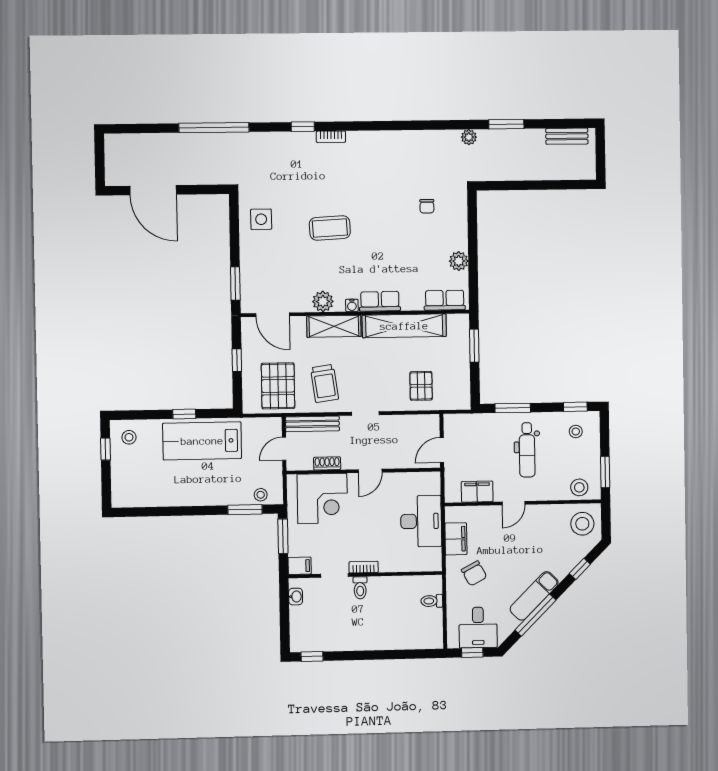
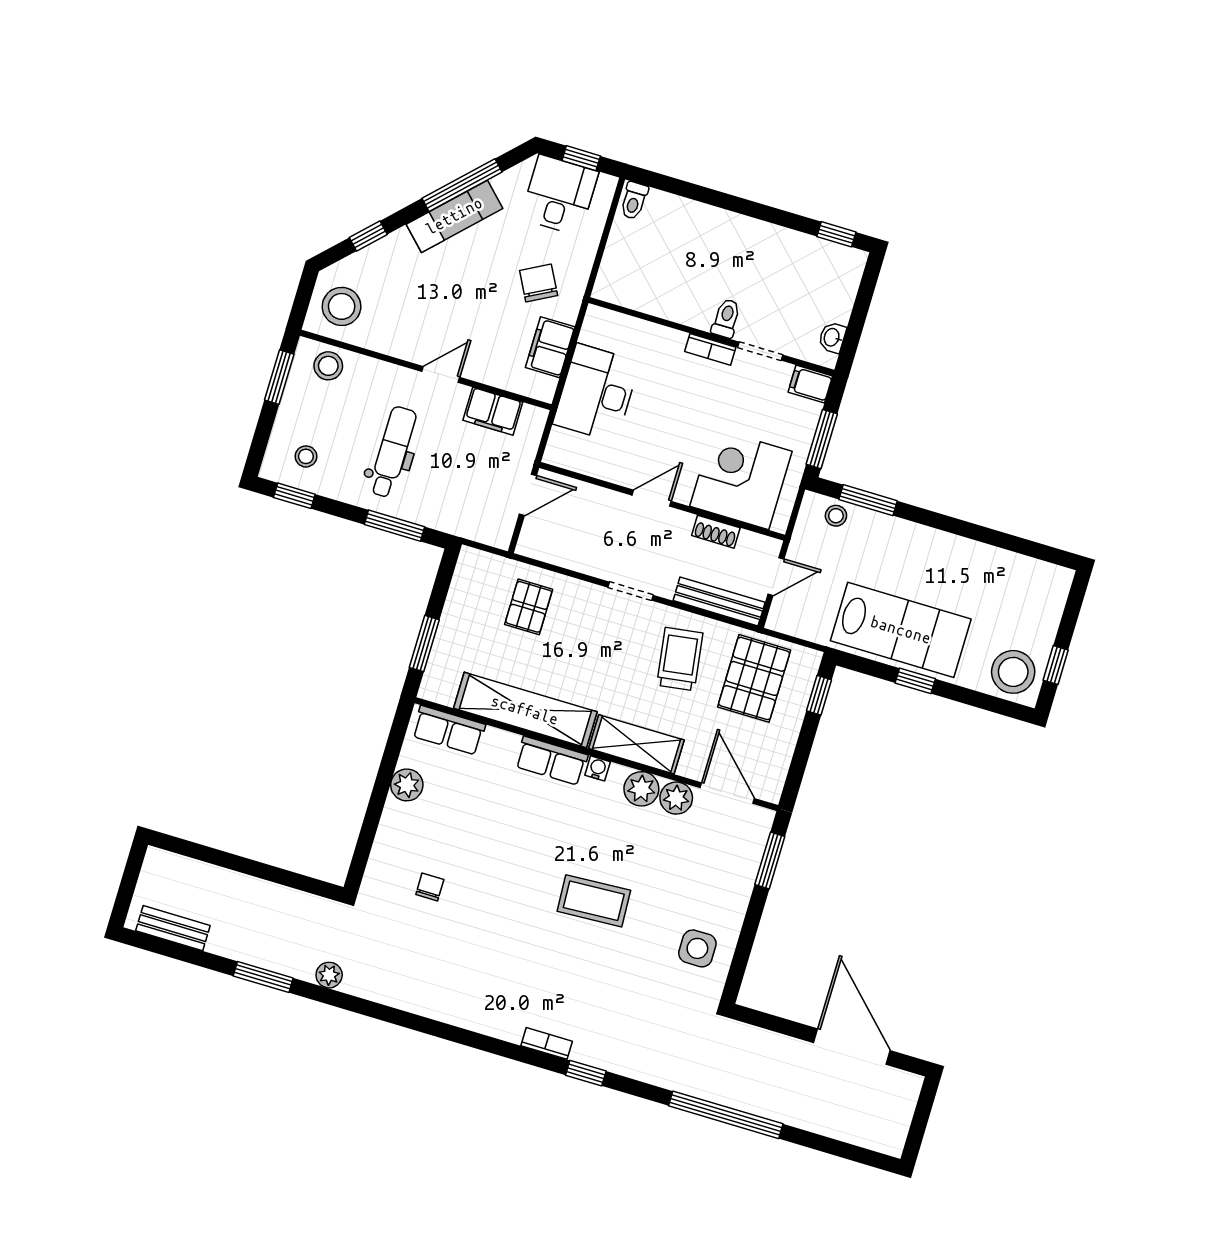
plant: (301, 302) -> (676, 798), added
window: (237, 360) -> (819, 695), moved
stool: (129, 437) -> (1013, 672), width x1.89, depth x1.89
toilet: (432, 601) -> (634, 201), moved, turned 90

